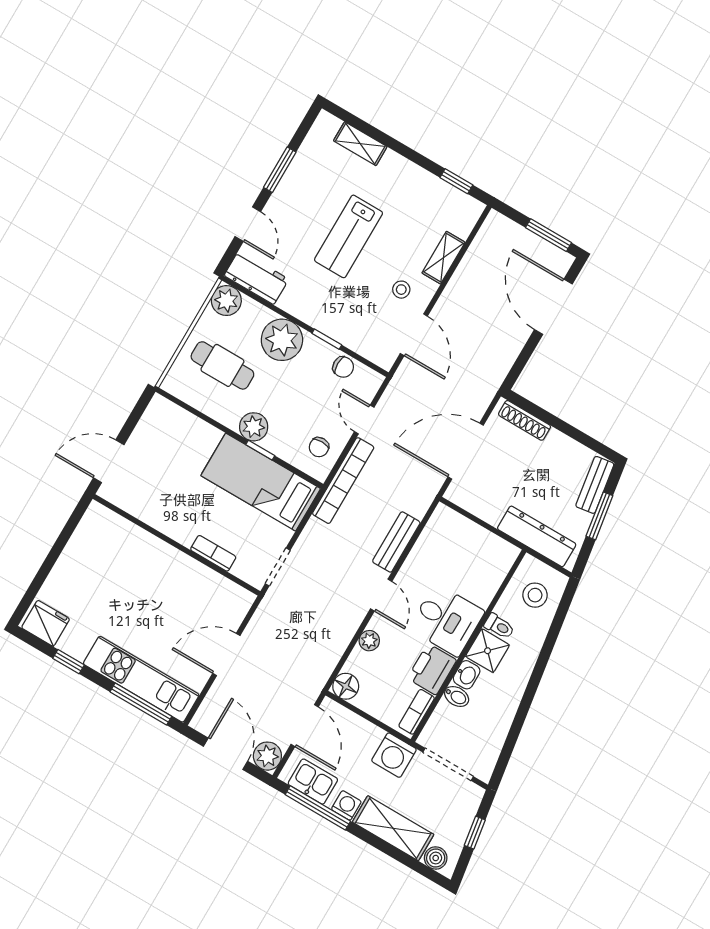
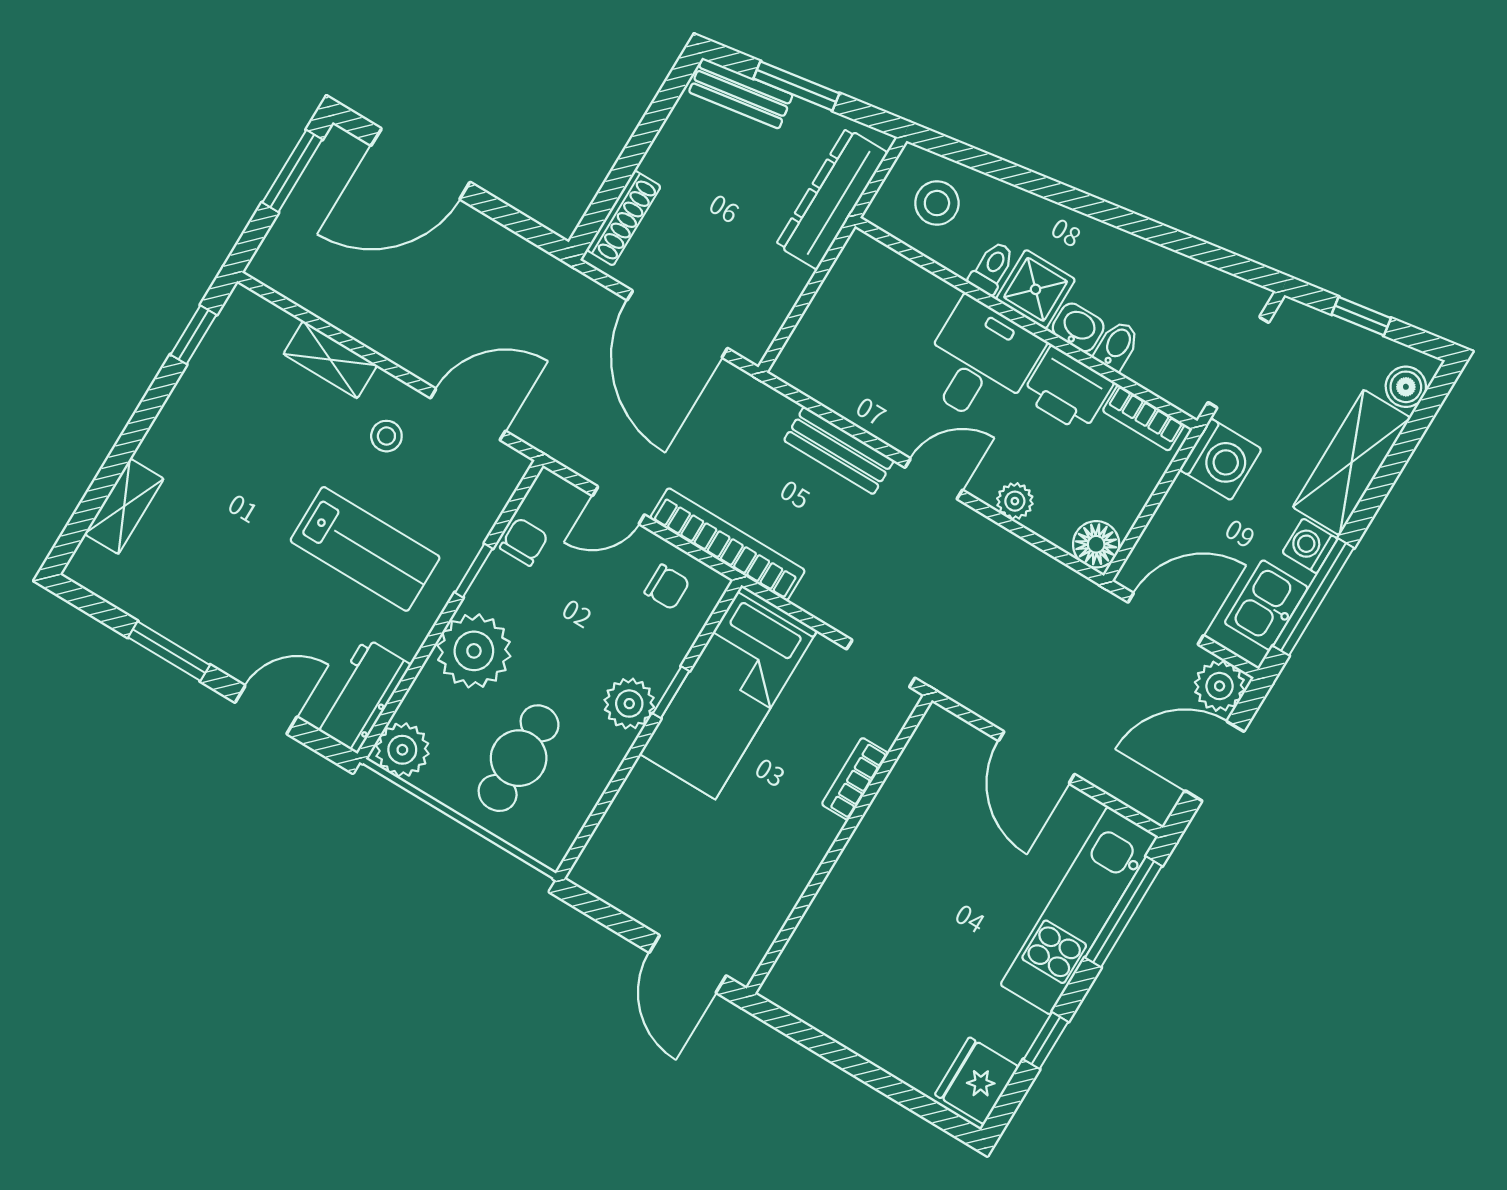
lab bench: (349, 236) -> (365, 549), moved

